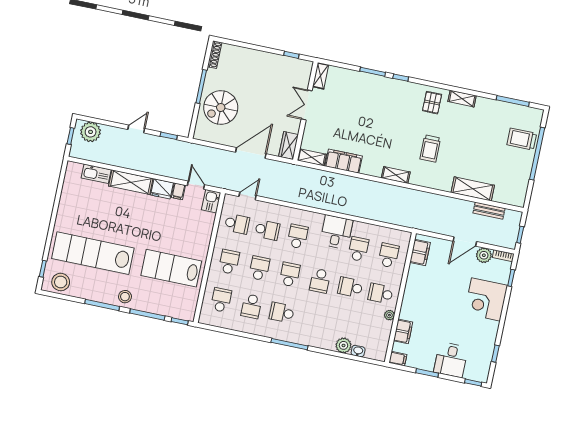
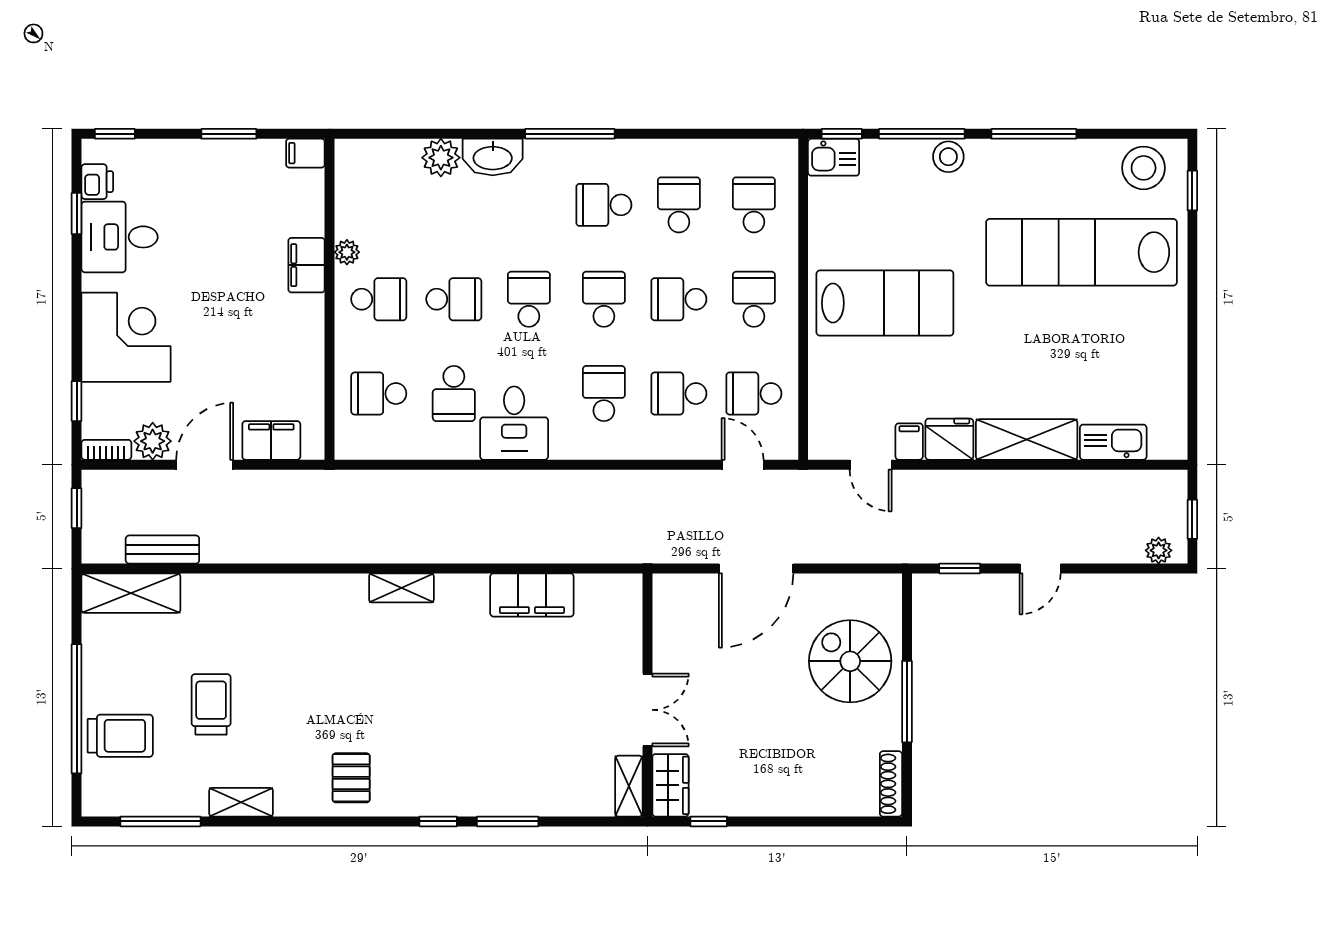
shelving: (462, 99) -> (241, 802), moved
spiral stairs: (221, 108) -> (850, 661), turned -90
plant: (91, 132) -> (1159, 550), width x0.53, depth x0.53
wardrobe: (289, 146) -> (670, 785), moved
trolley: (430, 149) -> (211, 704), moved
shelving: (312, 157) -> (609, 588), removed
shelving: (473, 189) -> (131, 593), moved
door: (248, 196) -> (743, 465), swing flipped
kitchen sink: (211, 201) -> (834, 157), moved, turned 90
school desk: (298, 236) -> (604, 394), turned 180
filing cabinet: (420, 252) -> (271, 440), moved, turned 90
lab bench: (93, 253) -> (1081, 252), turned 180
school desk: (388, 255) -> (379, 394), turned 90
school desk: (229, 262) -> (754, 299), turned 180
lab bench: (171, 268) -> (885, 303), moved
school desk: (259, 268) -> (679, 299), turned 90
school desk: (290, 275) -> (604, 299), turned 180
stool: (125, 297) -> (948, 157), moved
school desk: (221, 300) -> (754, 205), turned 180
school desk: (282, 313) -> (604, 205), turned 180
filing cabinet: (403, 331) -> (306, 265), moved
washbasin: (358, 351) -> (493, 157), moved, width x1.91, depth x1.45
desk: (451, 360) -> (120, 237), moved, turned -90
printer: (484, 365) -> (97, 182), added

